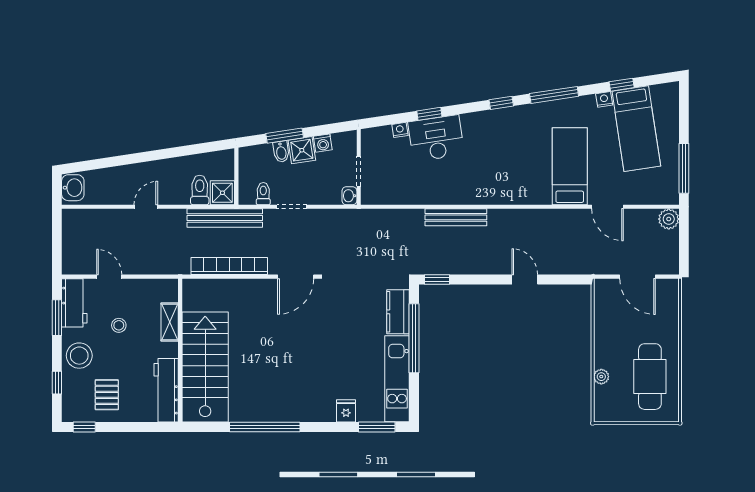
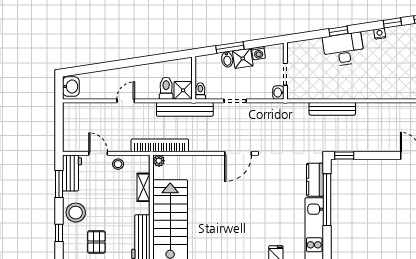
nightstand: (400, 130) -> (380, 34), moved
toilet: (263, 194) -> (200, 91), moved
bench: (456, 217) -> (332, 109), moved
bookcase: (229, 266) -> (160, 145), moved
plant: (190, 287) -> (159, 161), added
stool: (119, 325) -> (118, 164), moved

